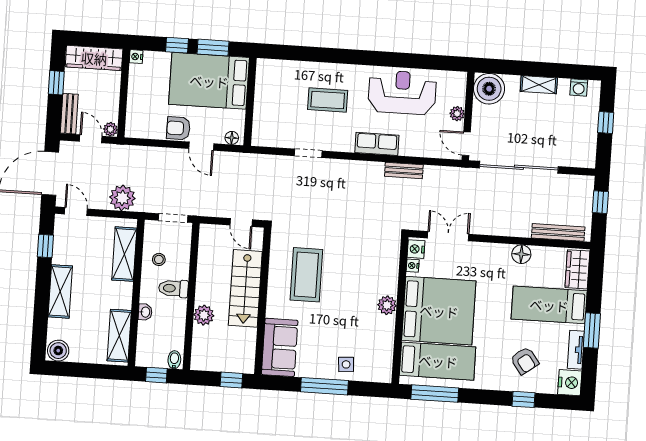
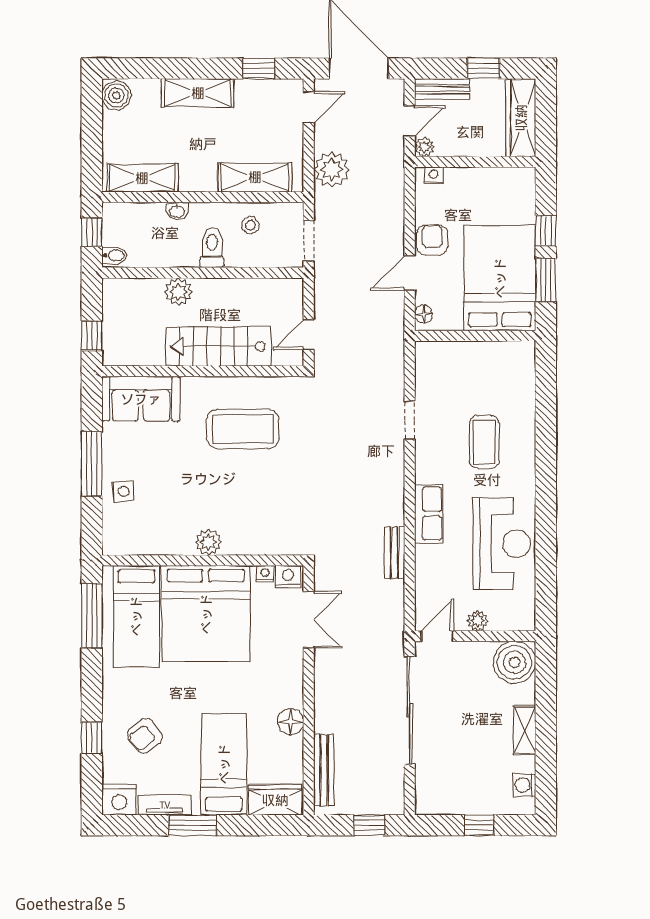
nightstand: (136, 57) -> (434, 176), moved

